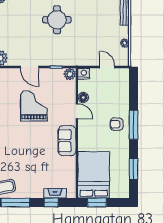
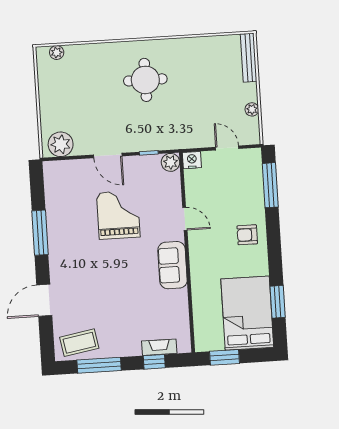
floor lamp: (83, 97) -> (193, 197), removed
window: (133, 125) -> (270, 185), moved
bed: (94, 175) -> (247, 313), moved

